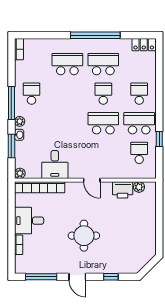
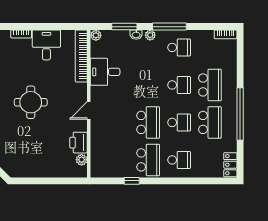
school desk: (139, 153) -> (179, 85), moved

